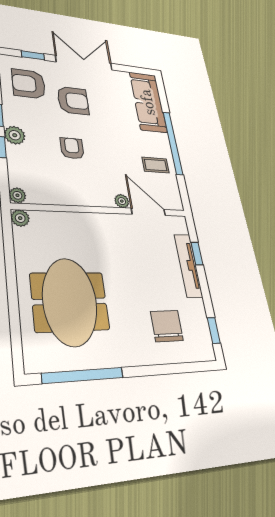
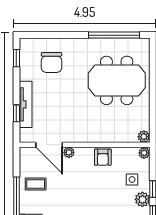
armchair: (72, 148) -> (103, 157), moved
side table: (32, 161) -> (132, 179), added
meeting table: (70, 302) -> (117, 80), turned 90

